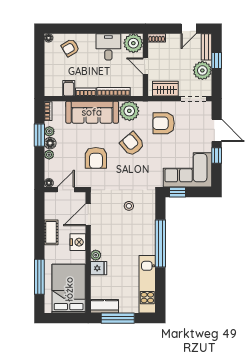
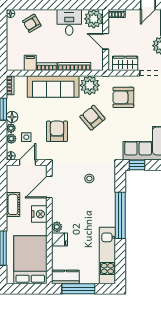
plant: (49, 131) -> (11, 139), moved
armchair: (96, 158) -> (57, 131), turned 180
side table: (65, 164) -> (26, 137), added

